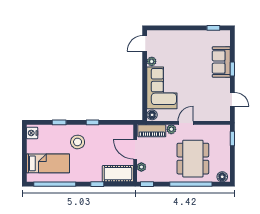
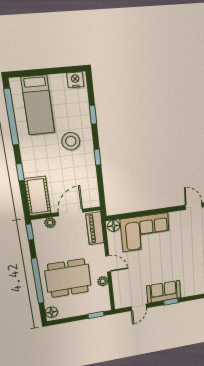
plant: (152, 61) -> (174, 217), removed
sofa: (221, 62) -> (164, 292), moved
plant: (171, 129) -> (103, 281), moved

